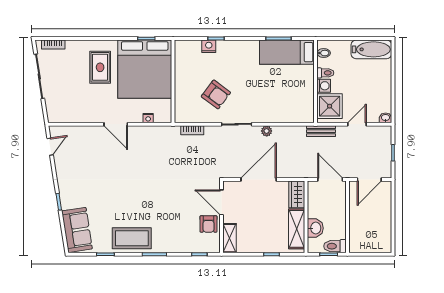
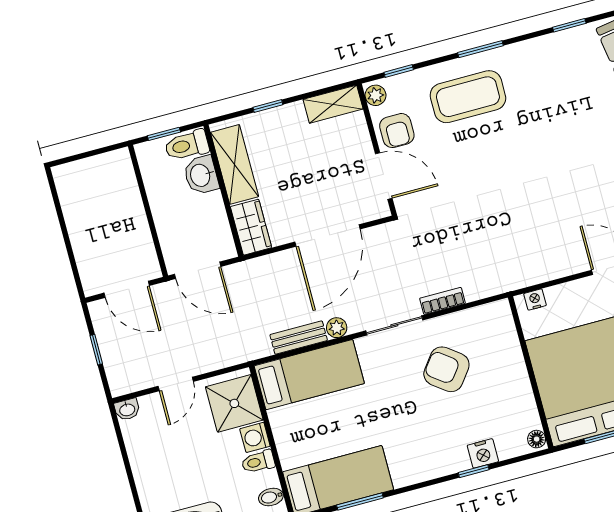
floor lamp: (179, 46) -> (537, 439), added
bed: (287, 111) -> (309, 375), added
nightstand: (148, 118) -> (535, 300), moved
bookcase: (192, 130) -> (442, 301), moved
bench: (321, 131) -> (299, 338), moved
door: (369, 180) -> (127, 289), swing flipped
armchair: (208, 224) -> (397, 131), turned 180
coffee table: (132, 238) -> (468, 97), moved
shelving: (230, 238) -> (333, 104), moved, turned 90
plant: (215, 245) -> (376, 95), added
toilet: (335, 246) -> (187, 145), moved, turned 180

